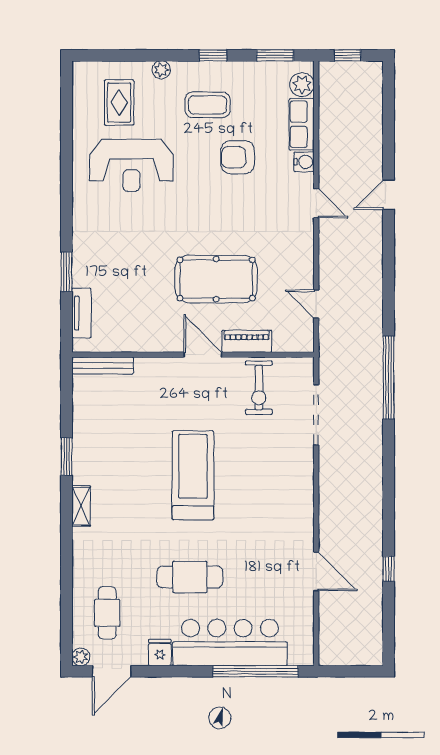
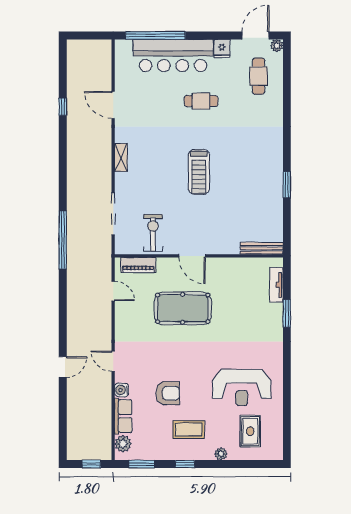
reception desk: (131, 165) -> (242, 388), turned 180
piano: (247, 341) -> (138, 265), moved
treadmill: (193, 475) -> (199, 172), width x0.73, depth x0.73
shelving: (81, 506) -> (121, 157), moved
cafe table: (190, 577) -> (201, 101), width x0.73, depth x0.74

